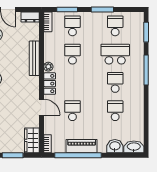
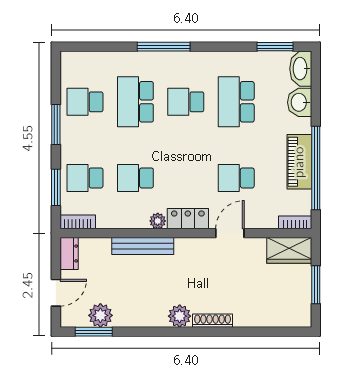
window: (146, 32) -> (275, 47), moved
school desk: (115, 111) -> (236, 102), width x1.85

